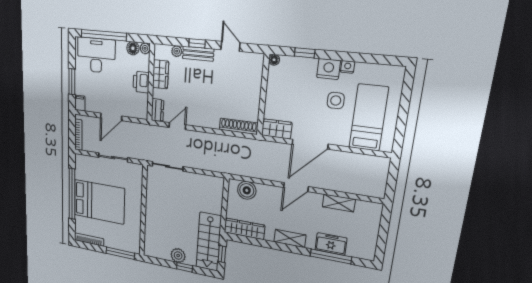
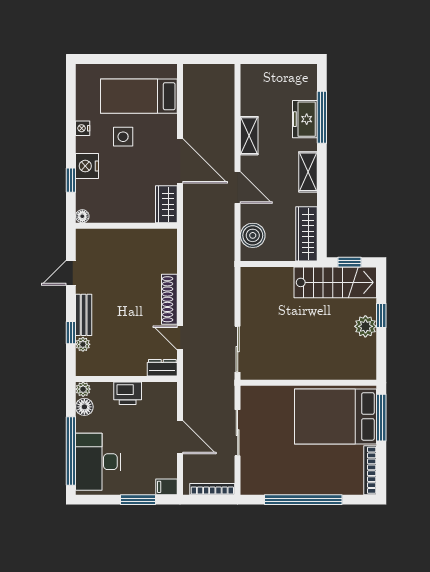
window: (197, 43) -> (71, 333), moved
nightstand: (329, 69) -> (87, 166), moved
wardrobe: (161, 74) -> (114, 366), removed
shoe rack: (239, 126) -> (169, 299), moved
door: (296, 187) -> (238, 188), moved
bed: (99, 202) -> (336, 416), moved, turned -90
shelving: (339, 203) -> (249, 136), moved

